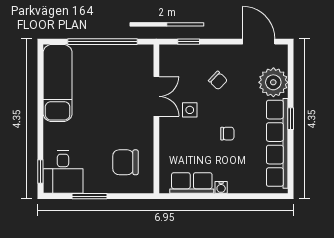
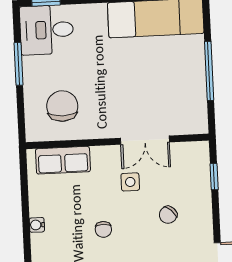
window: (103, 42) -> (209, 71), width x0.68
row of seats: (192, 183) -> (63, 160), moved, turned 90

